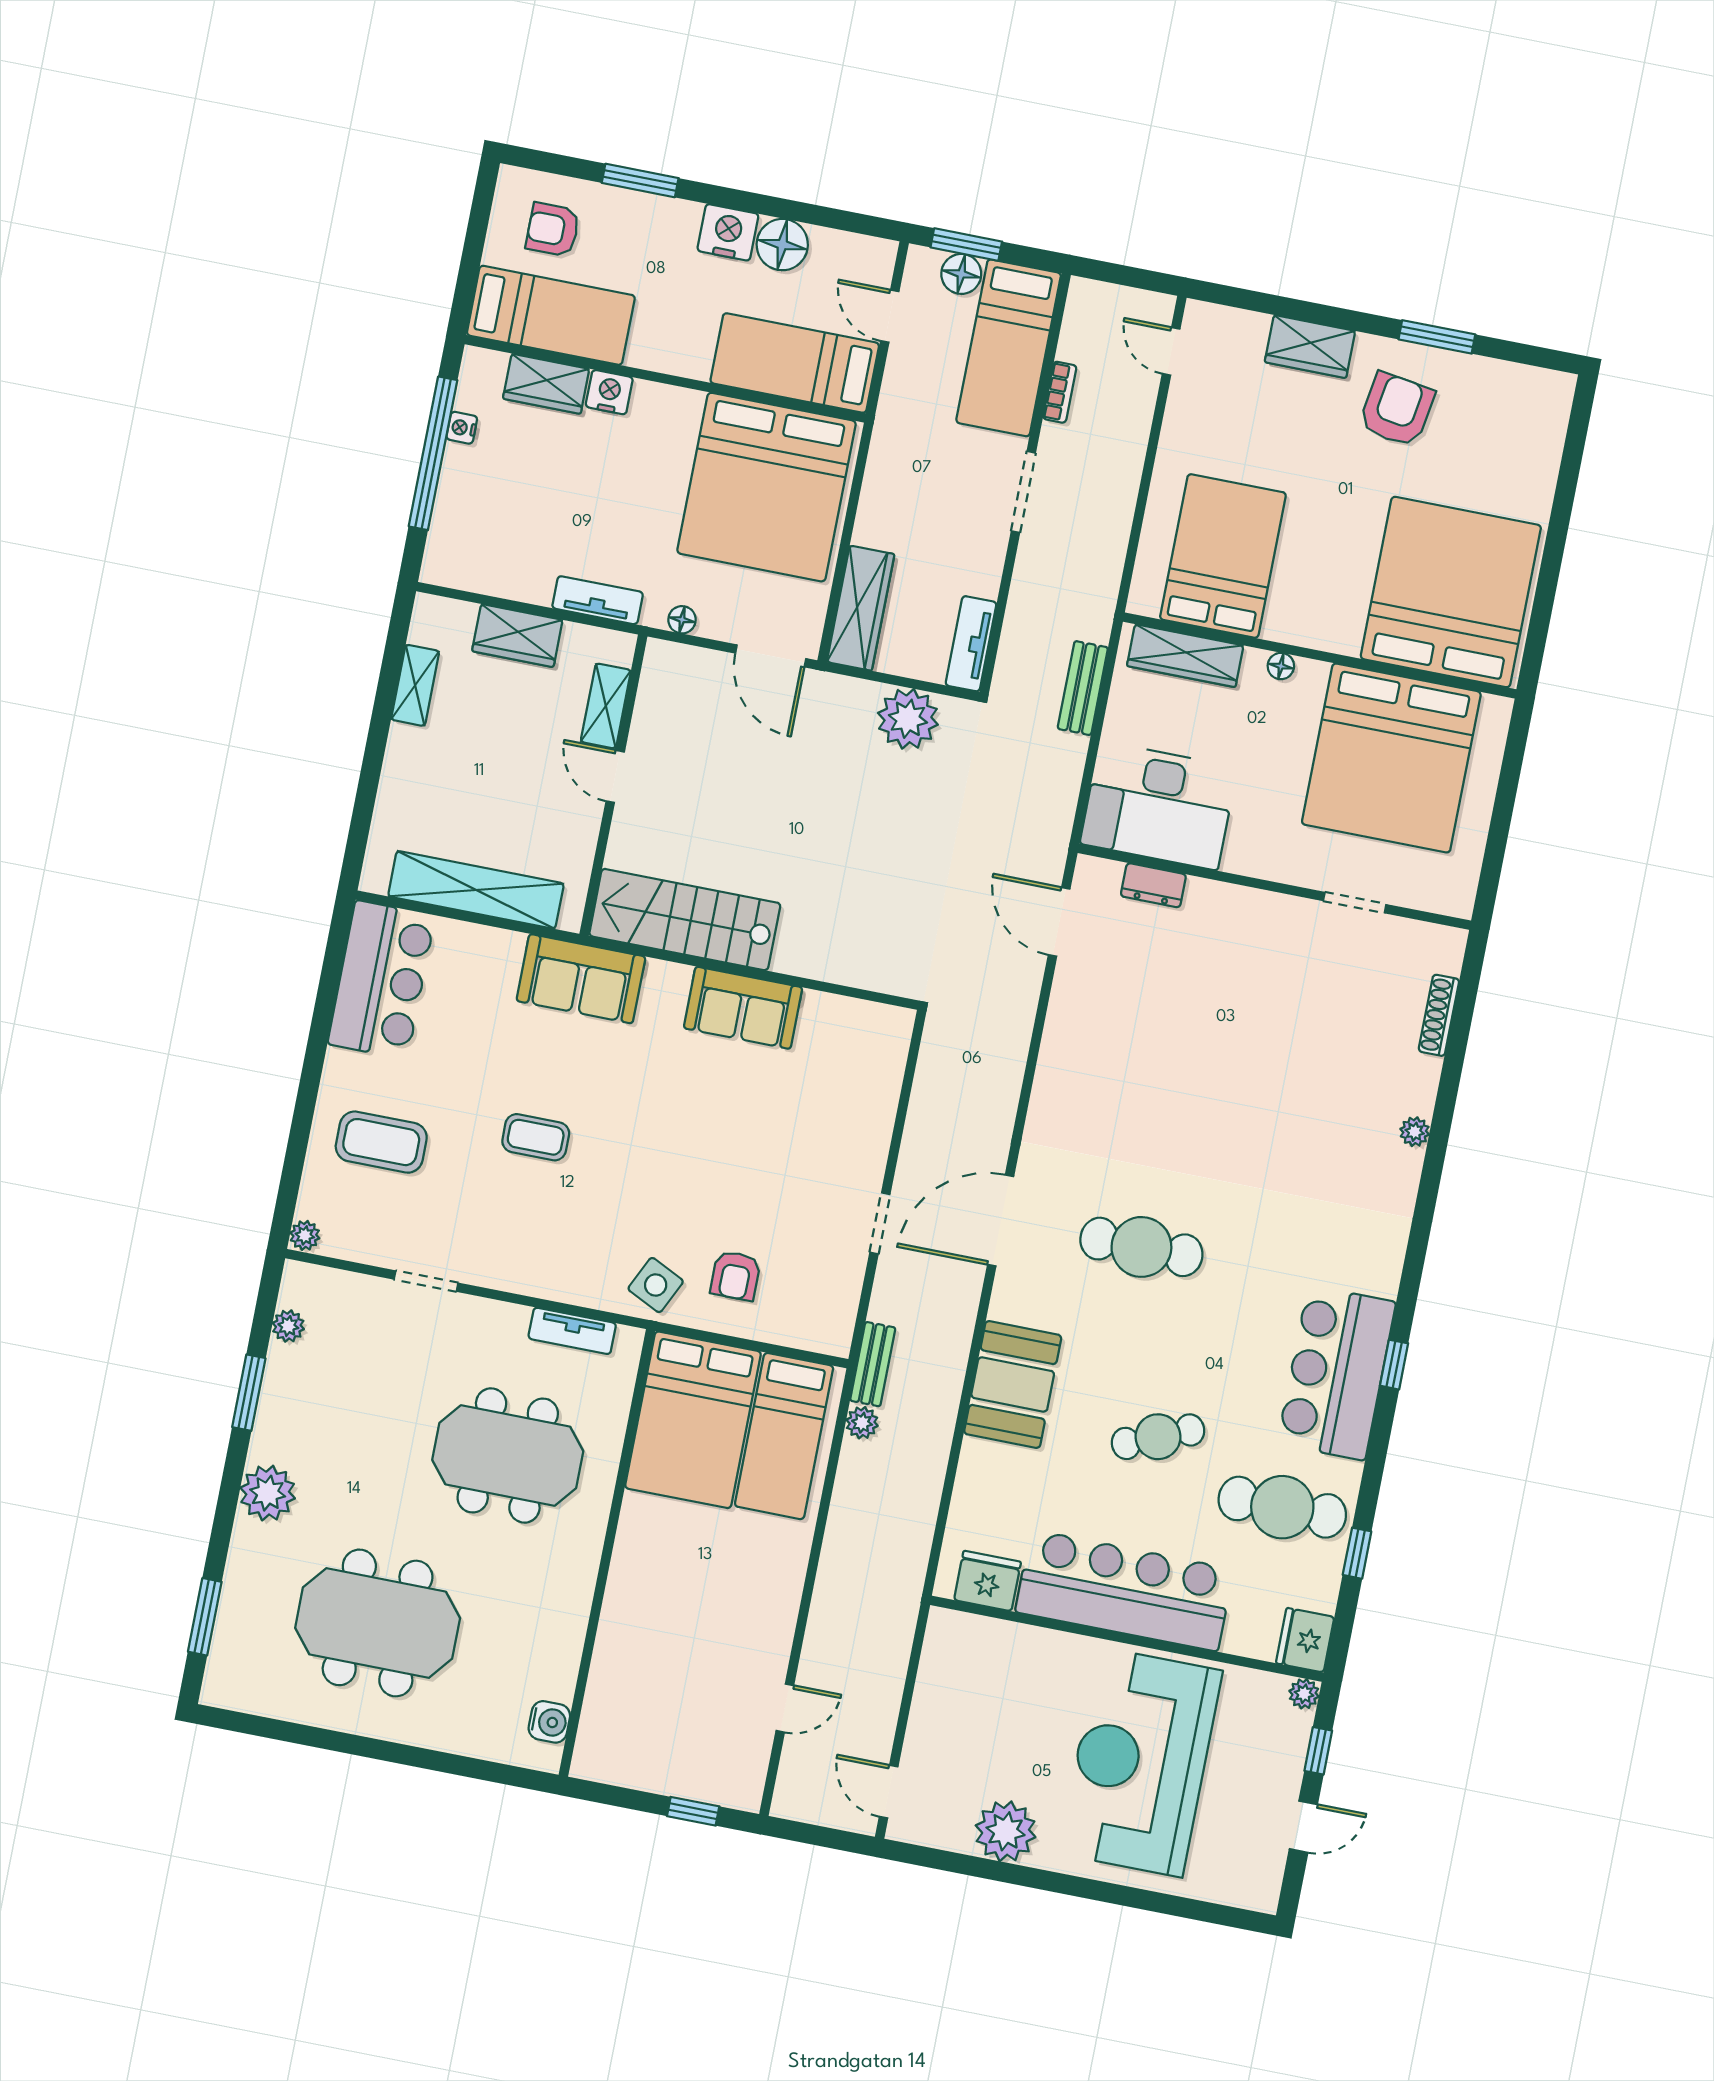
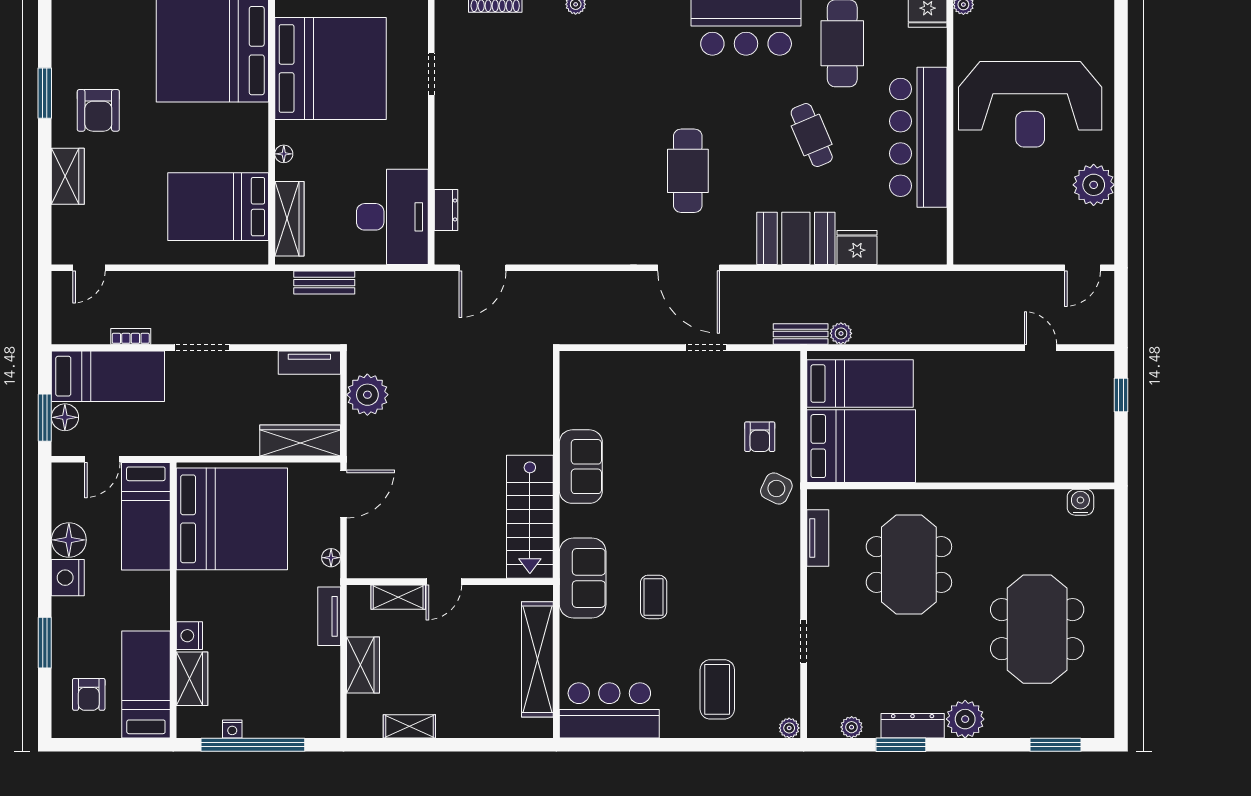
armchair: (1397, 409) -> (98, 110), turned -99
coffee table: (536, 1137) -> (654, 597), moved
armchair: (735, 1276) -> (760, 437), turned 90
dresser: (273, 1415) -> (913, 726), added
fridge: (987, 1581) -> (857, 247), moved, turned 90

